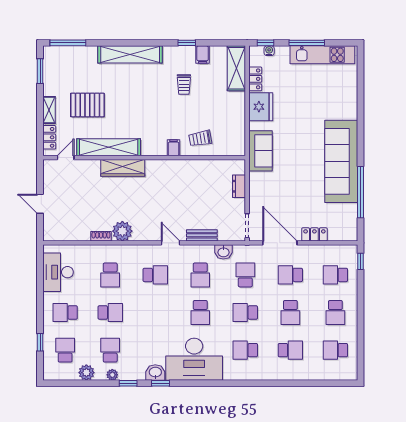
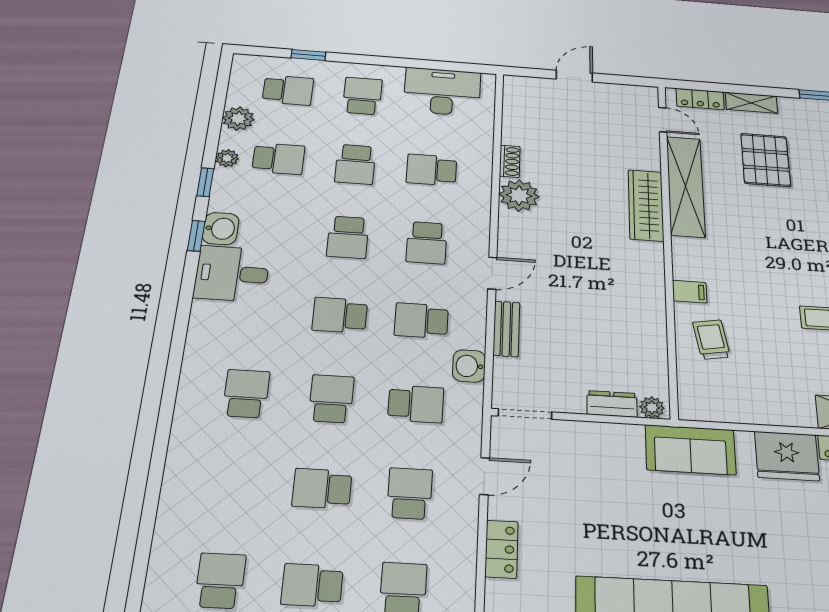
plant: (240, 168) -> (652, 407), added
door: (280, 243) -> (485, 476), width x0.53
school desk: (290, 350) -> (348, 237), moved
desk: (194, 359) -> (232, 274), width x0.53, depth x0.77

